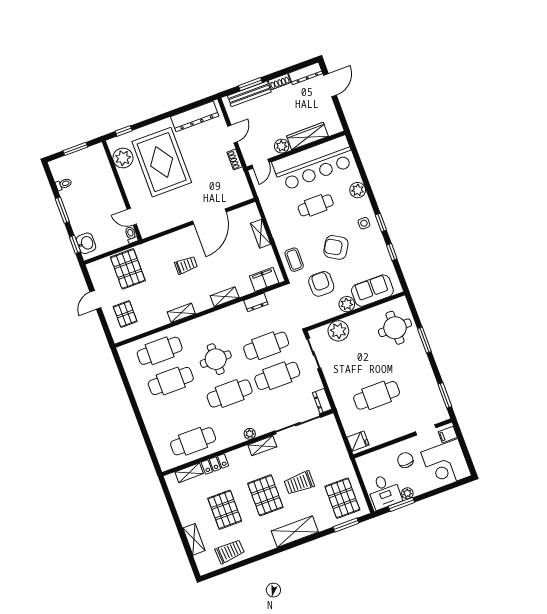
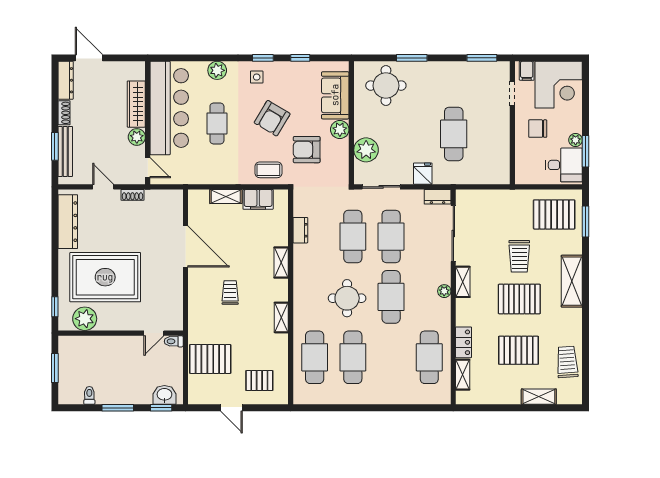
filing cabinet: (264, 279) -> (258, 199), moved, turned -90
fridge: (358, 441) -> (423, 174), moved

